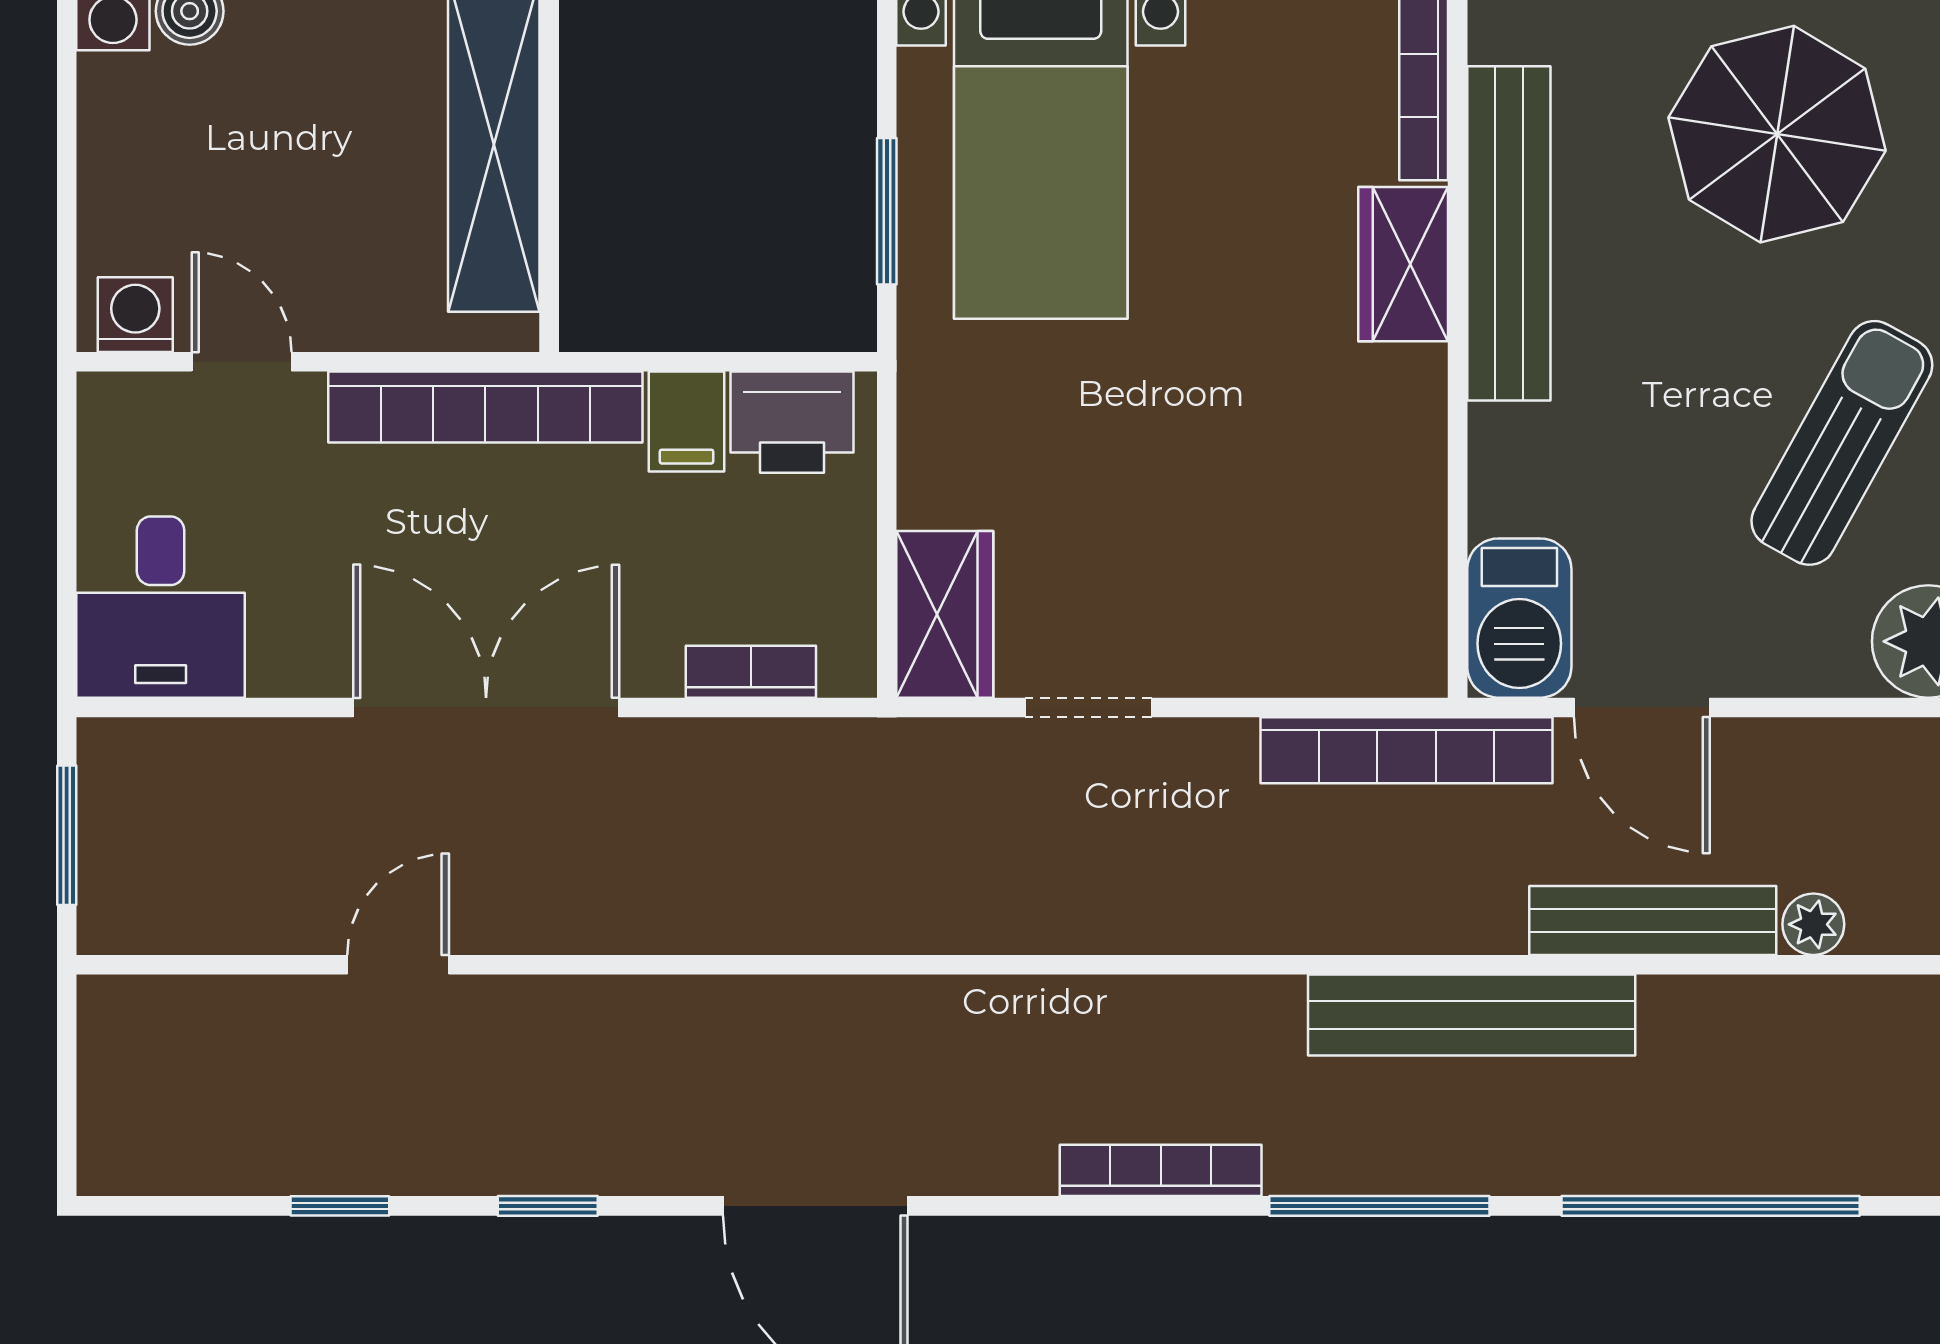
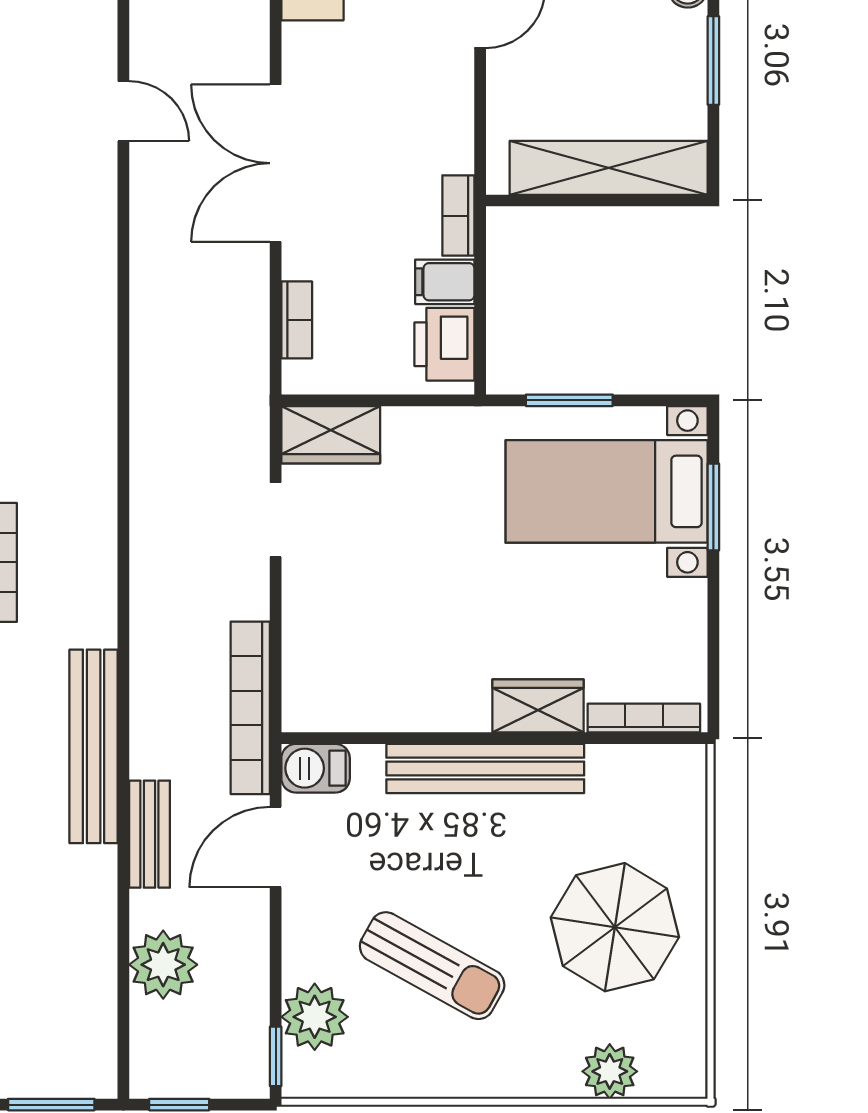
bench: (1509, 233) -> (485, 768), moved
bookcase: (485, 407) -> (458, 216), width x0.43, depth x0.76
barbecue: (1519, 618) -> (316, 768), width x0.73, depth x0.79
double door: (486, 707) -> (276, 163), swing flipped
bench: (1653, 920) -> (149, 834), width x0.73
plant: (1813, 924) -> (163, 965), width x1.87, depth x1.87

